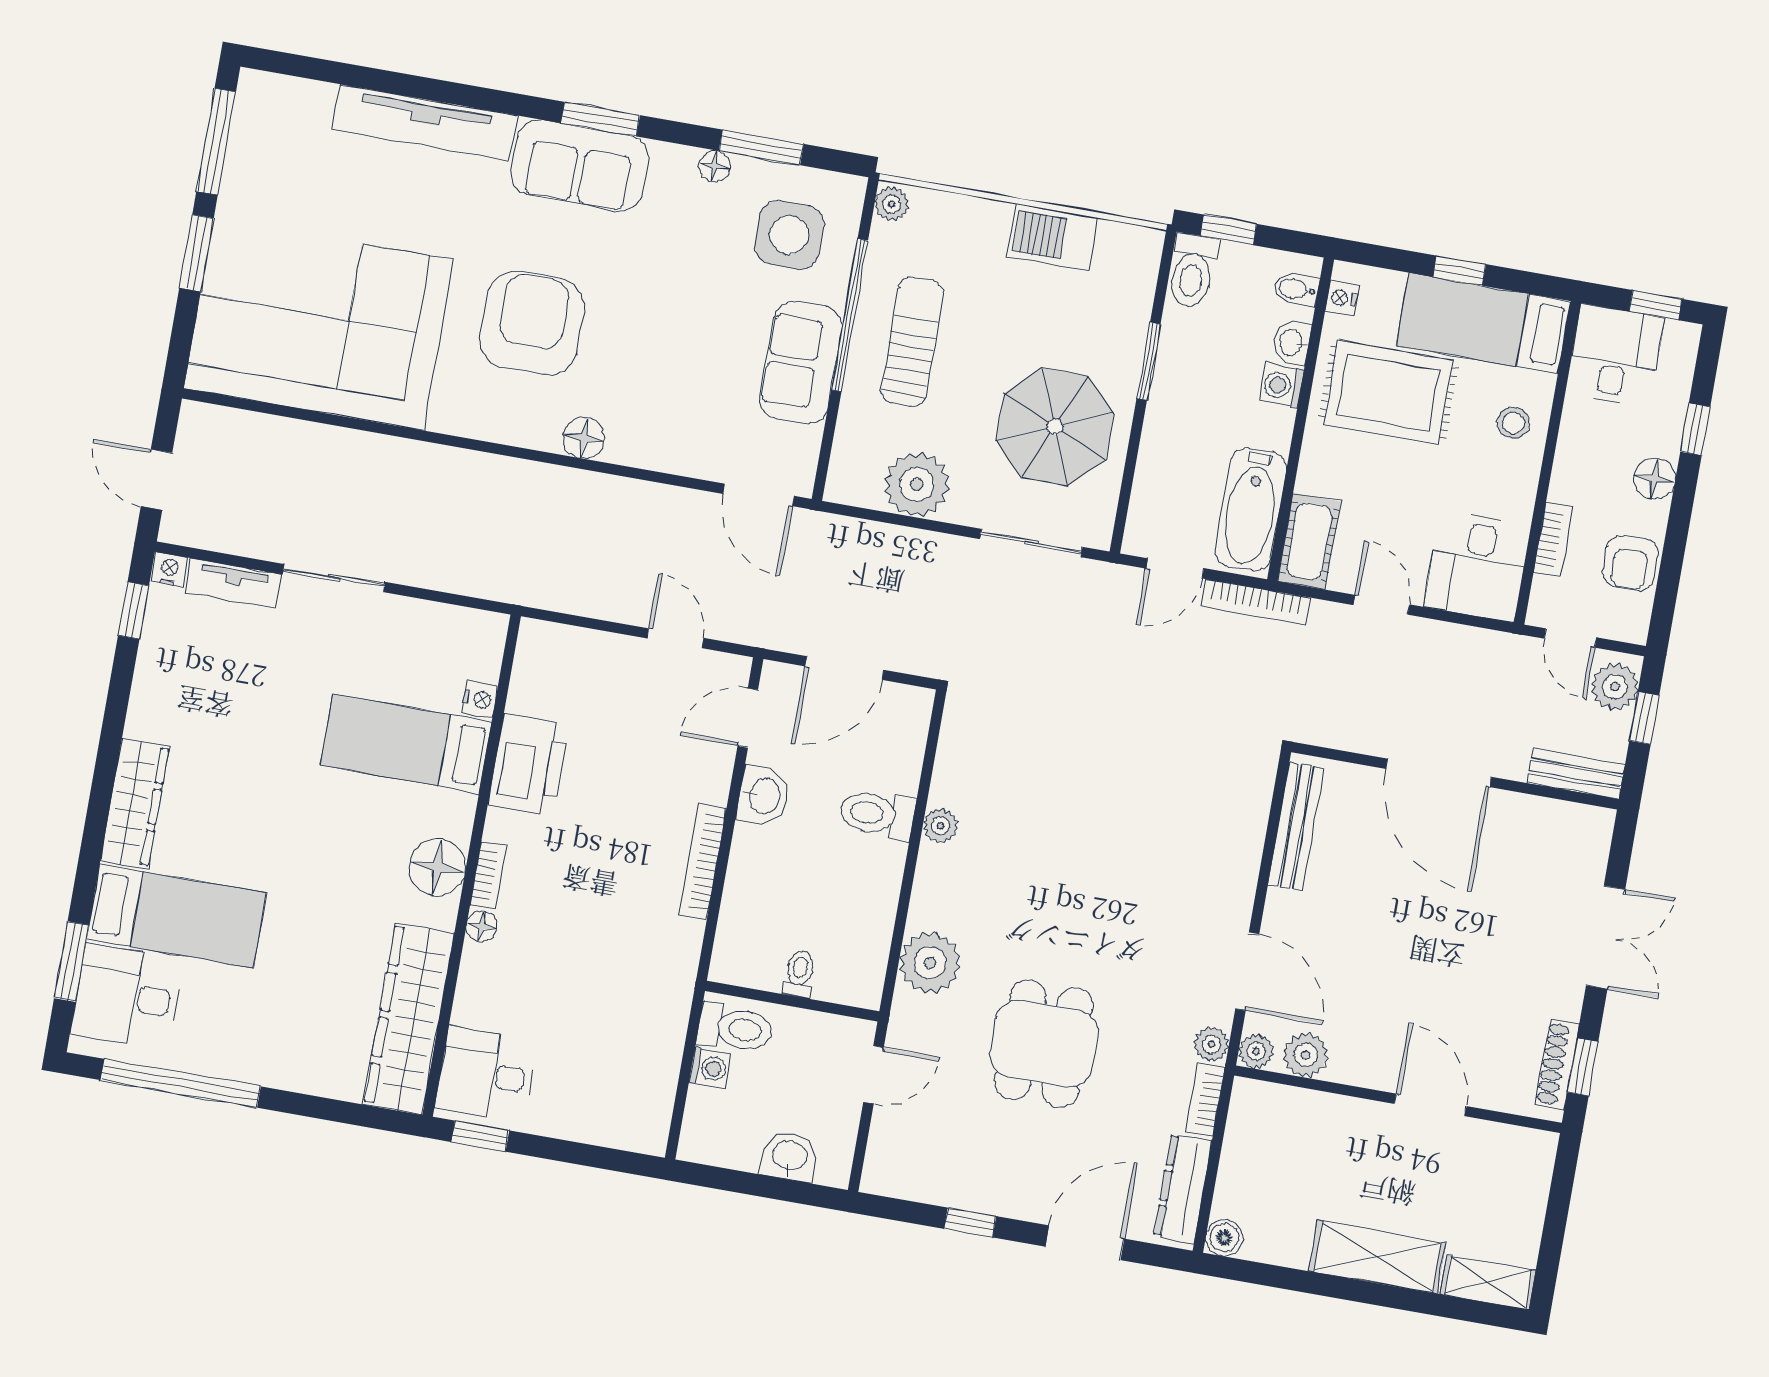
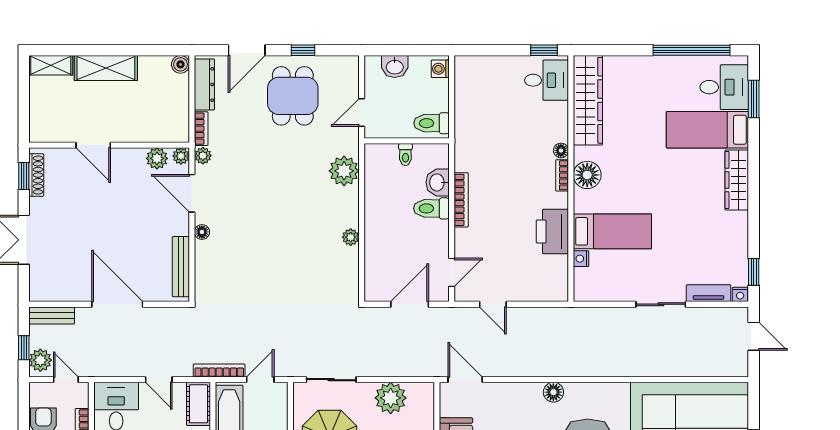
washbasin: (763, 796) -> (438, 182), moved
toilet: (877, 814) -> (431, 208), moved, turned 180
floor lamp: (1241, 889) -> (202, 232), added
dining table: (1044, 1044) -> (293, 96), moved
washing machine: (710, 1068) -> (440, 69), moved

